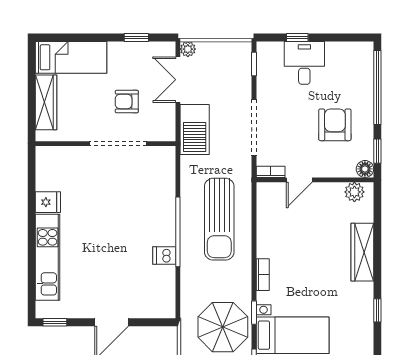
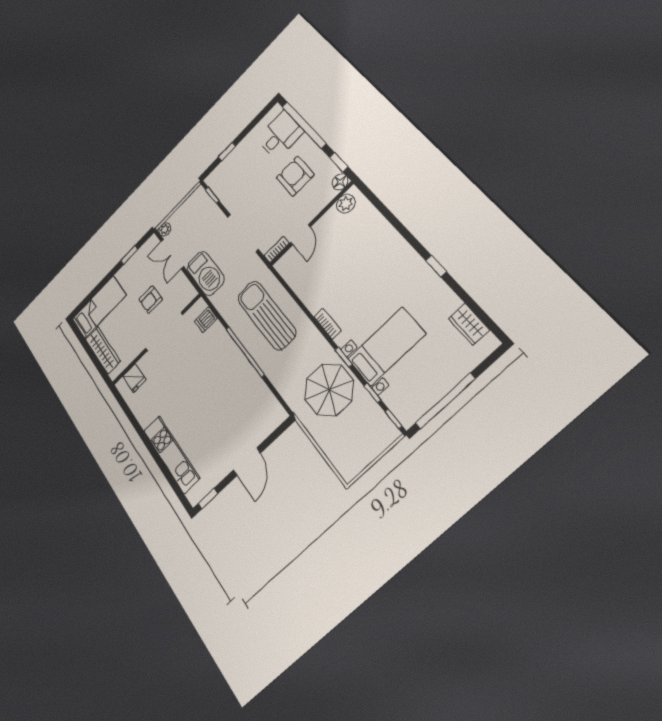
desk: (304, 63) -> (280, 135), moved, turned 90
fridge: (48, 202) -> (134, 378), moved, turned 90
sun lounger: (219, 219) -> (267, 315), turned 180
wardrobe: (362, 252) -> (387, 237), removed
dishwasher: (164, 256) -> (206, 320), moved

